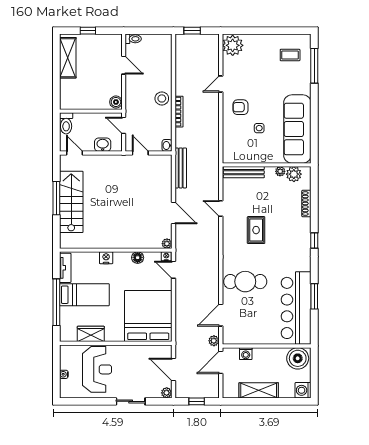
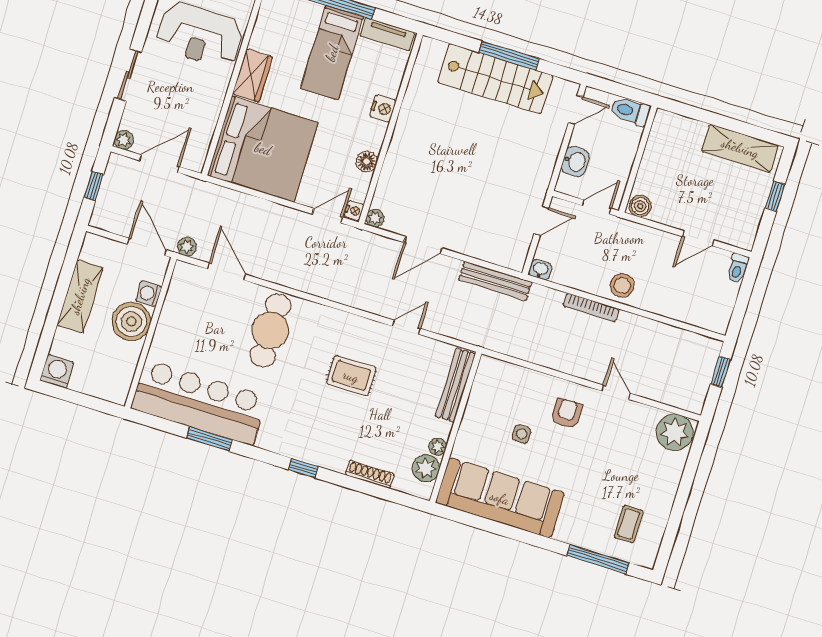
wardrobe: (91, 334) -> (253, 75), moved
boiler: (298, 358) -> (131, 321), moved

